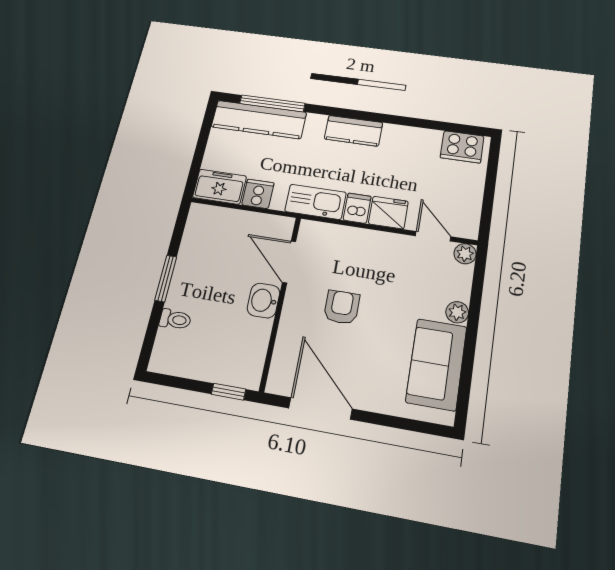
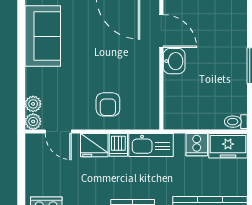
door: (289, 262) -> (161, 31), moved
armchair: (342, 307) -> (108, 104), moved
plant: (457, 312) -> (33, 104), moved
toilet: (175, 319) -> (236, 122), moved

